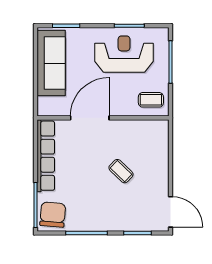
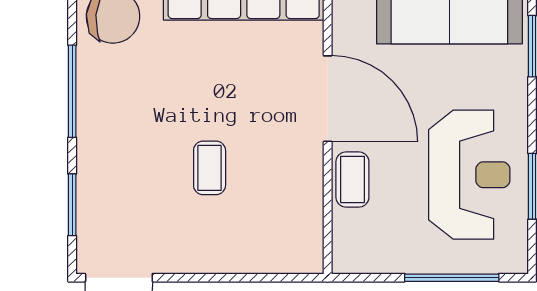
coffee table: (151, 100) -> (352, 179), moved
coffee table: (121, 171) -> (210, 168), turned -44

